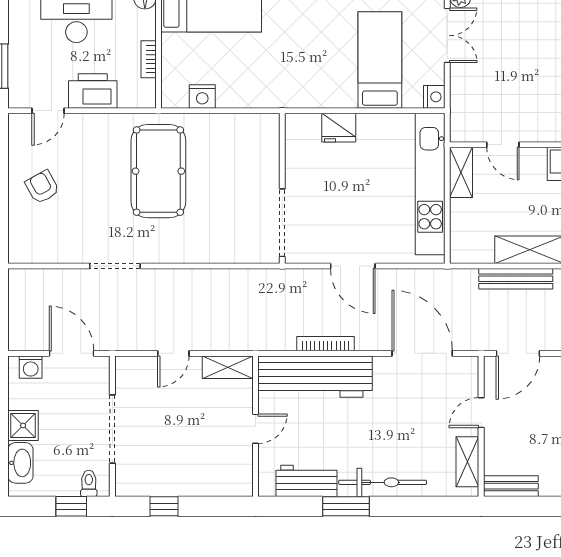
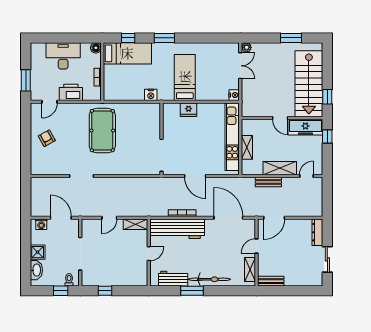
bed: (380, 60) -> (185, 77), moved
nightstand: (202, 96) -> (151, 95), moved
door: (503, 145) -> (280, 118), moved
shelving: (461, 172) -> (247, 147), moved
bench: (516, 279) -> (268, 182), width x0.73

